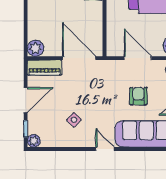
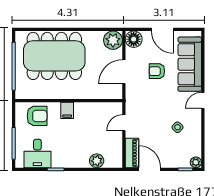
plant: (36, 48) -> (97, 161), moved
door: (79, 58) -> (124, 123), width x0.53
door: (26, 100) -> (150, 169), moved

